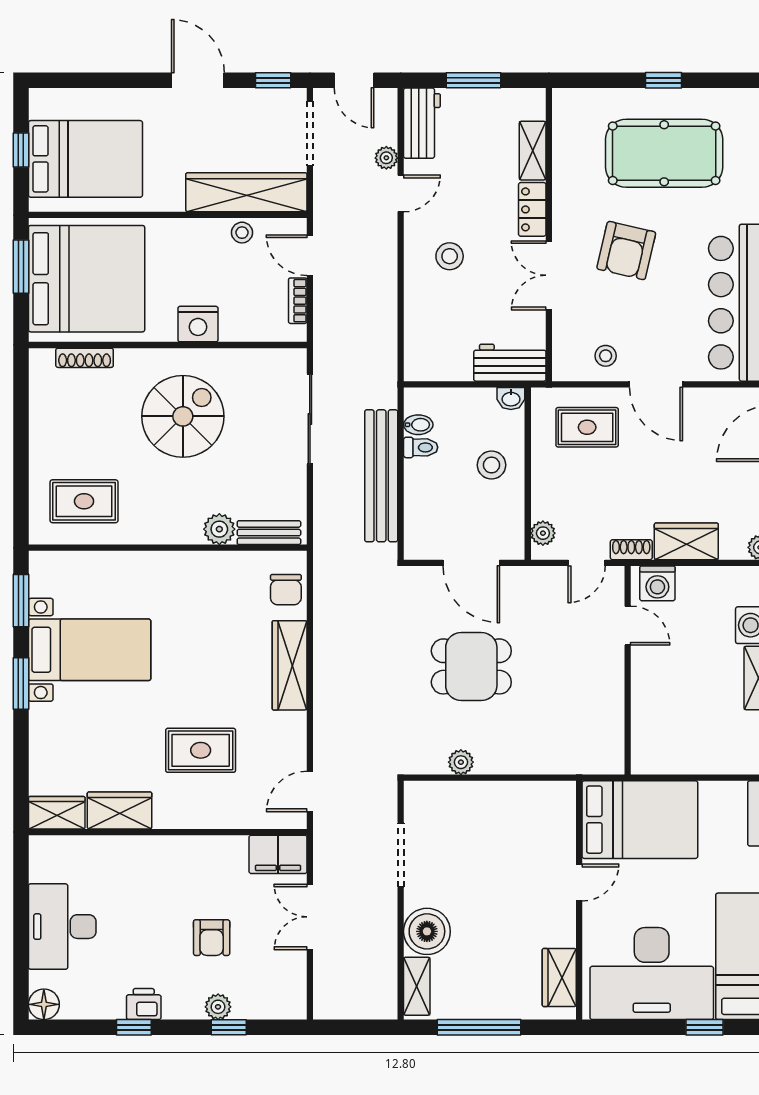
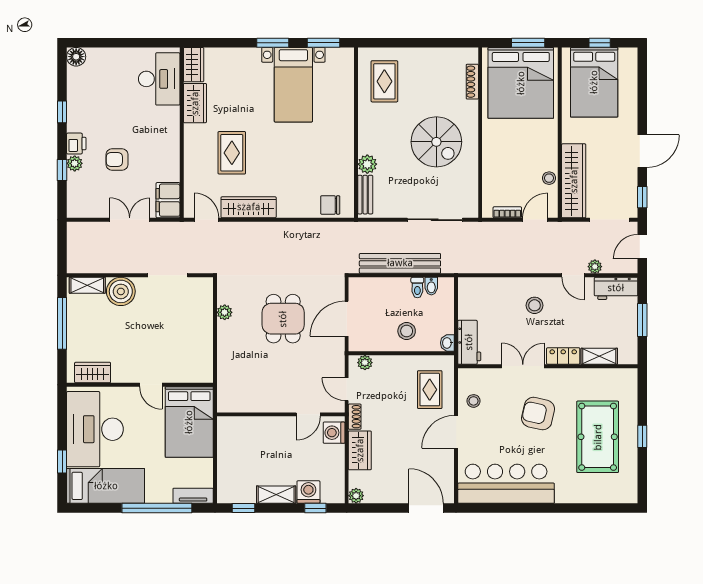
nightstand: (198, 324) -> (493, 151), removed
wardrobe: (290, 665) -> (249, 207), moved
desk: (62, 927) -> (159, 79), moved, turned 90
printer: (144, 1004) -> (76, 144), moved

